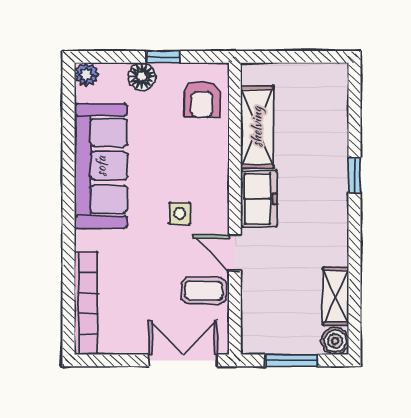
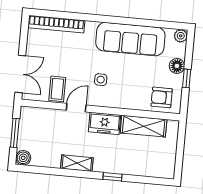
shelving: (336, 296) -> (77, 163), moved

